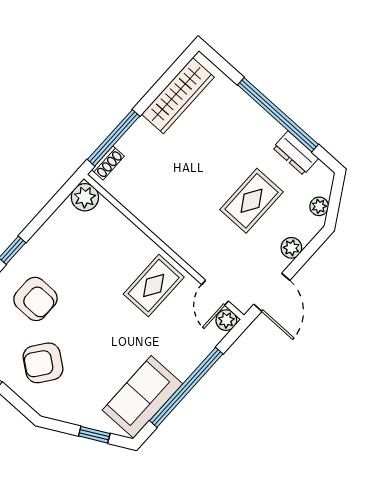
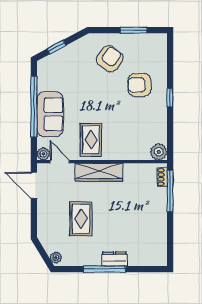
wardrobe: (178, 96) -> (99, 172), moved, turned -90
window: (278, 115) -> (104, 269), width x0.68
dresser: (296, 153) -> (115, 259), moved
plant: (319, 206) -> (56, 258), moved
plant: (291, 248) -> (43, 214), removed
sofa: (142, 397) -> (50, 114), moved

